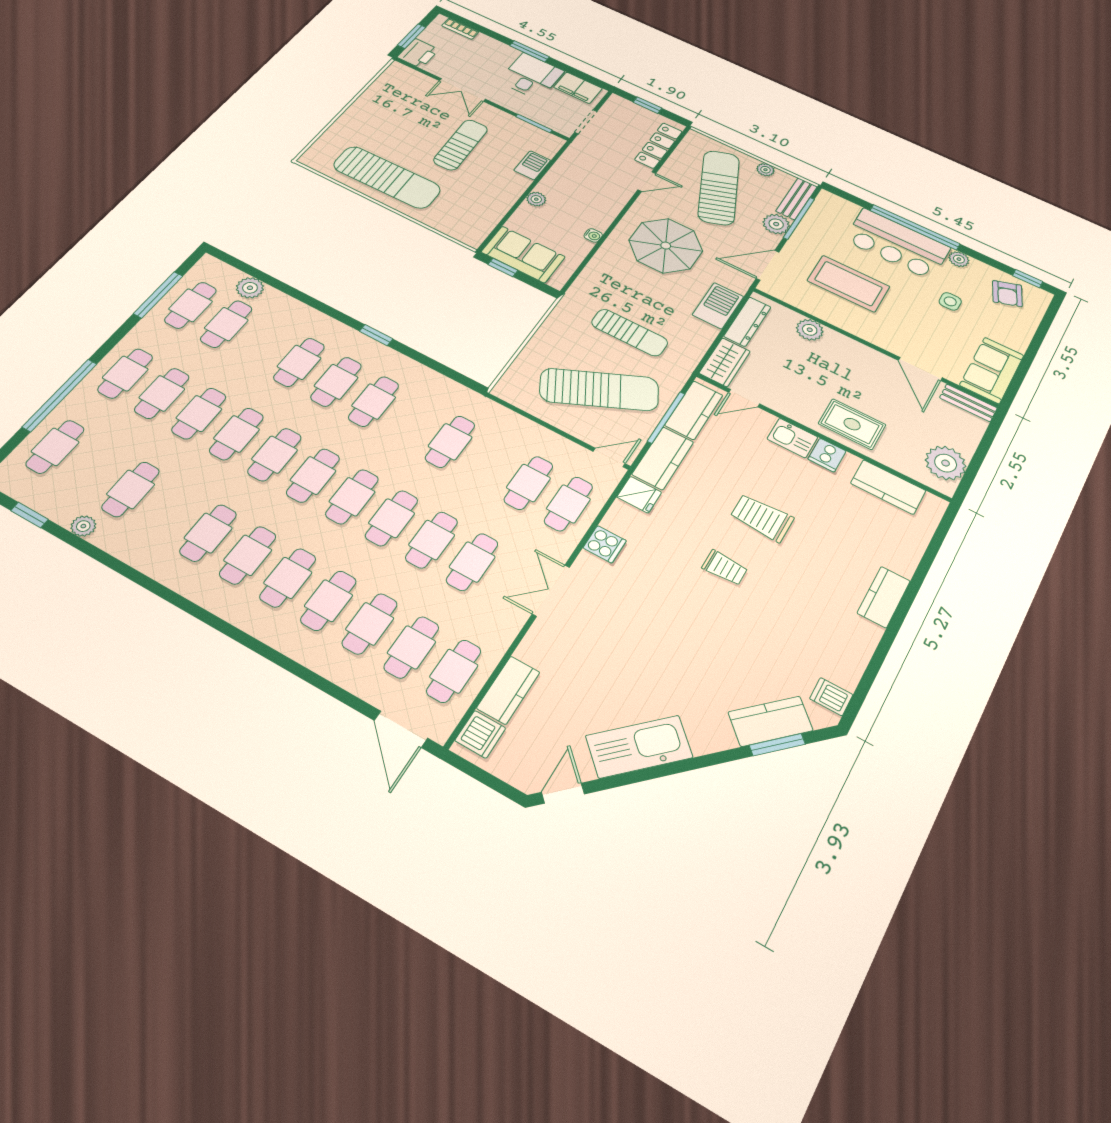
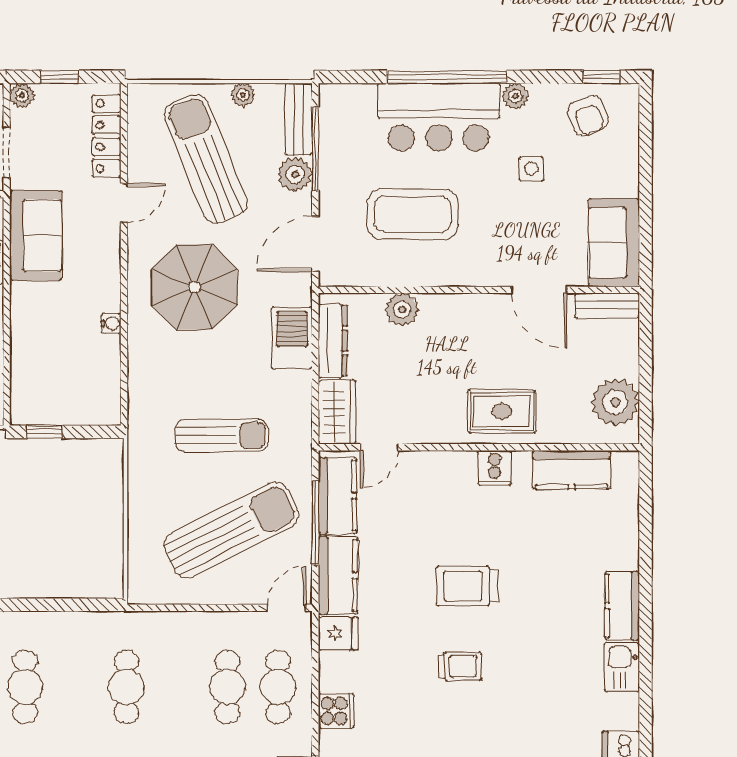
plant: (536, 199) -> (22, 95), moved
sofa: (523, 254) -> (36, 235), moved, turned 90
kitchen sink: (792, 438) -> (622, 667), moved, turned 90

